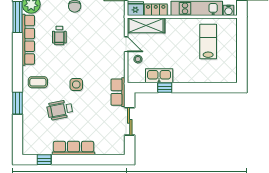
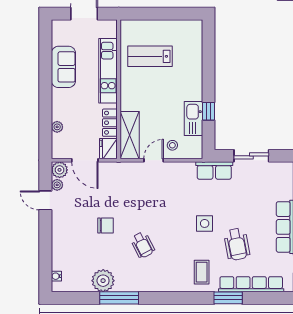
water cooler: (229, 10) -> (111, 30), removed
wheelchair: (59, 36) -> (143, 245), turned 63
row of seats: (28, 40) -> (251, 284), moved

